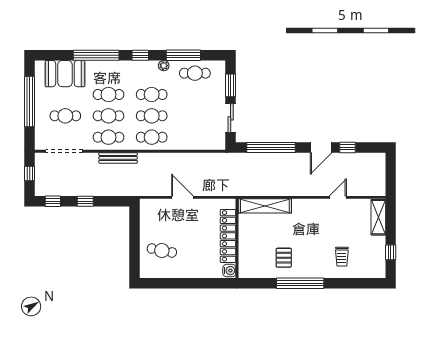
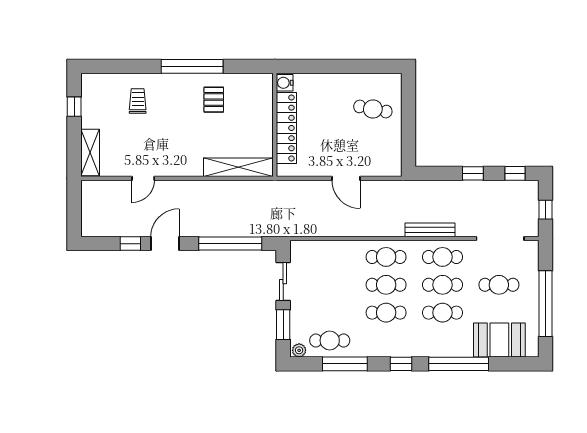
plant: (164, 66) -> (299, 350), moved

